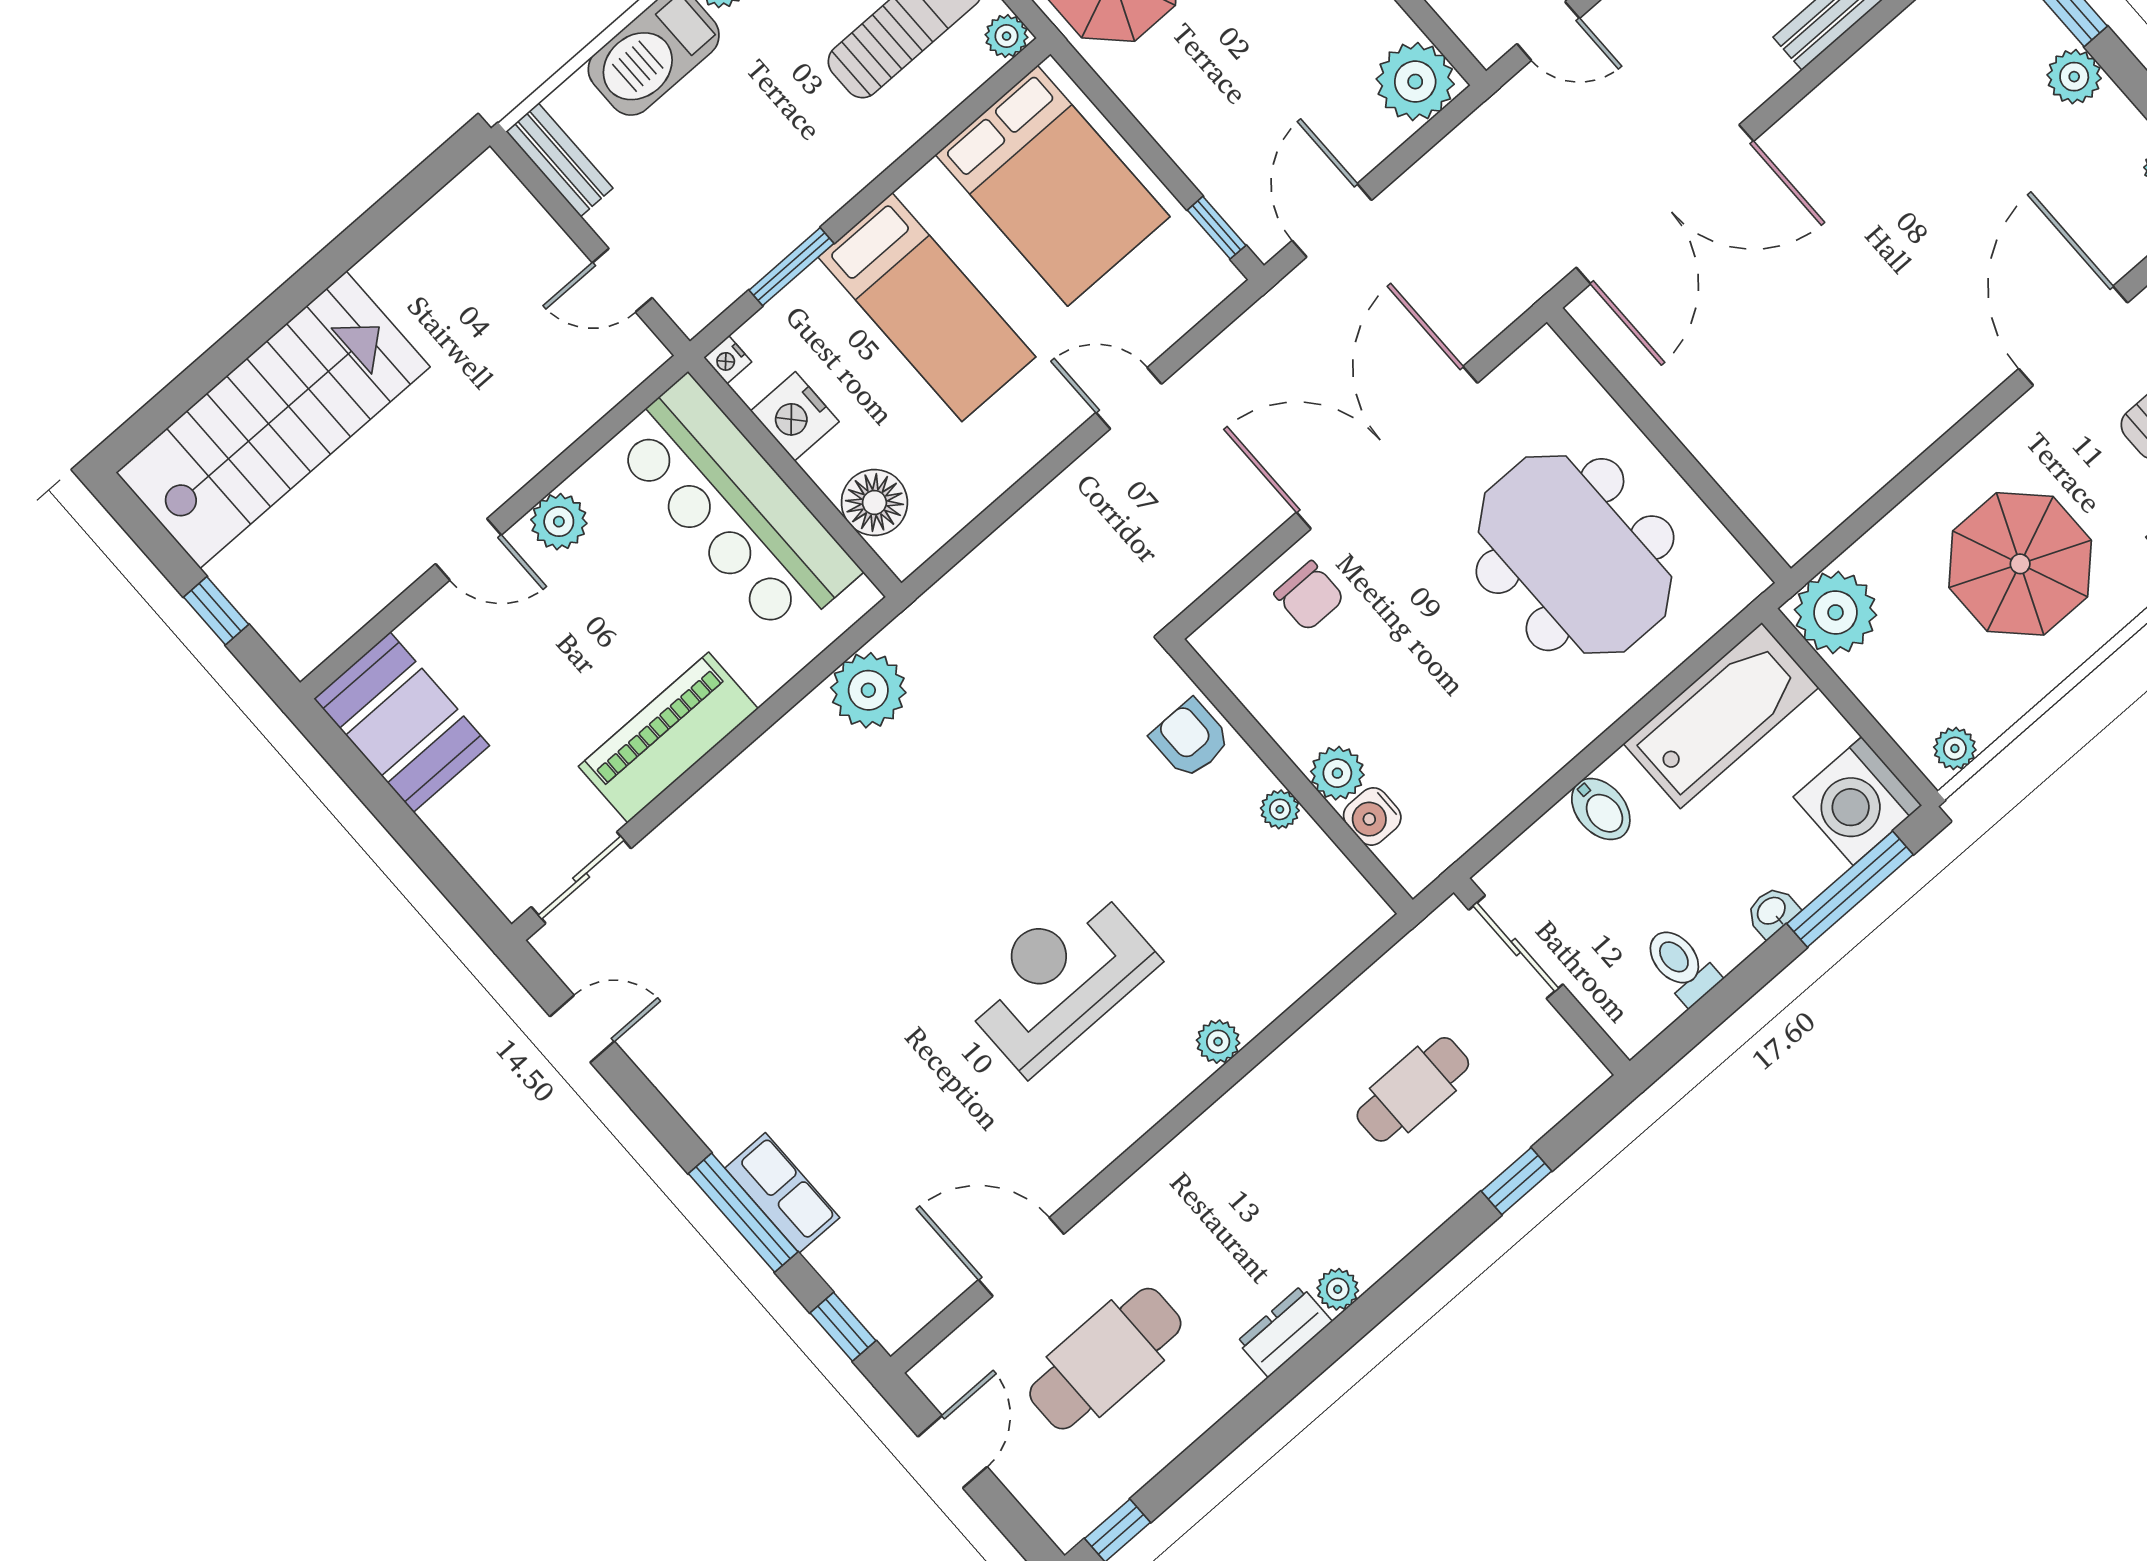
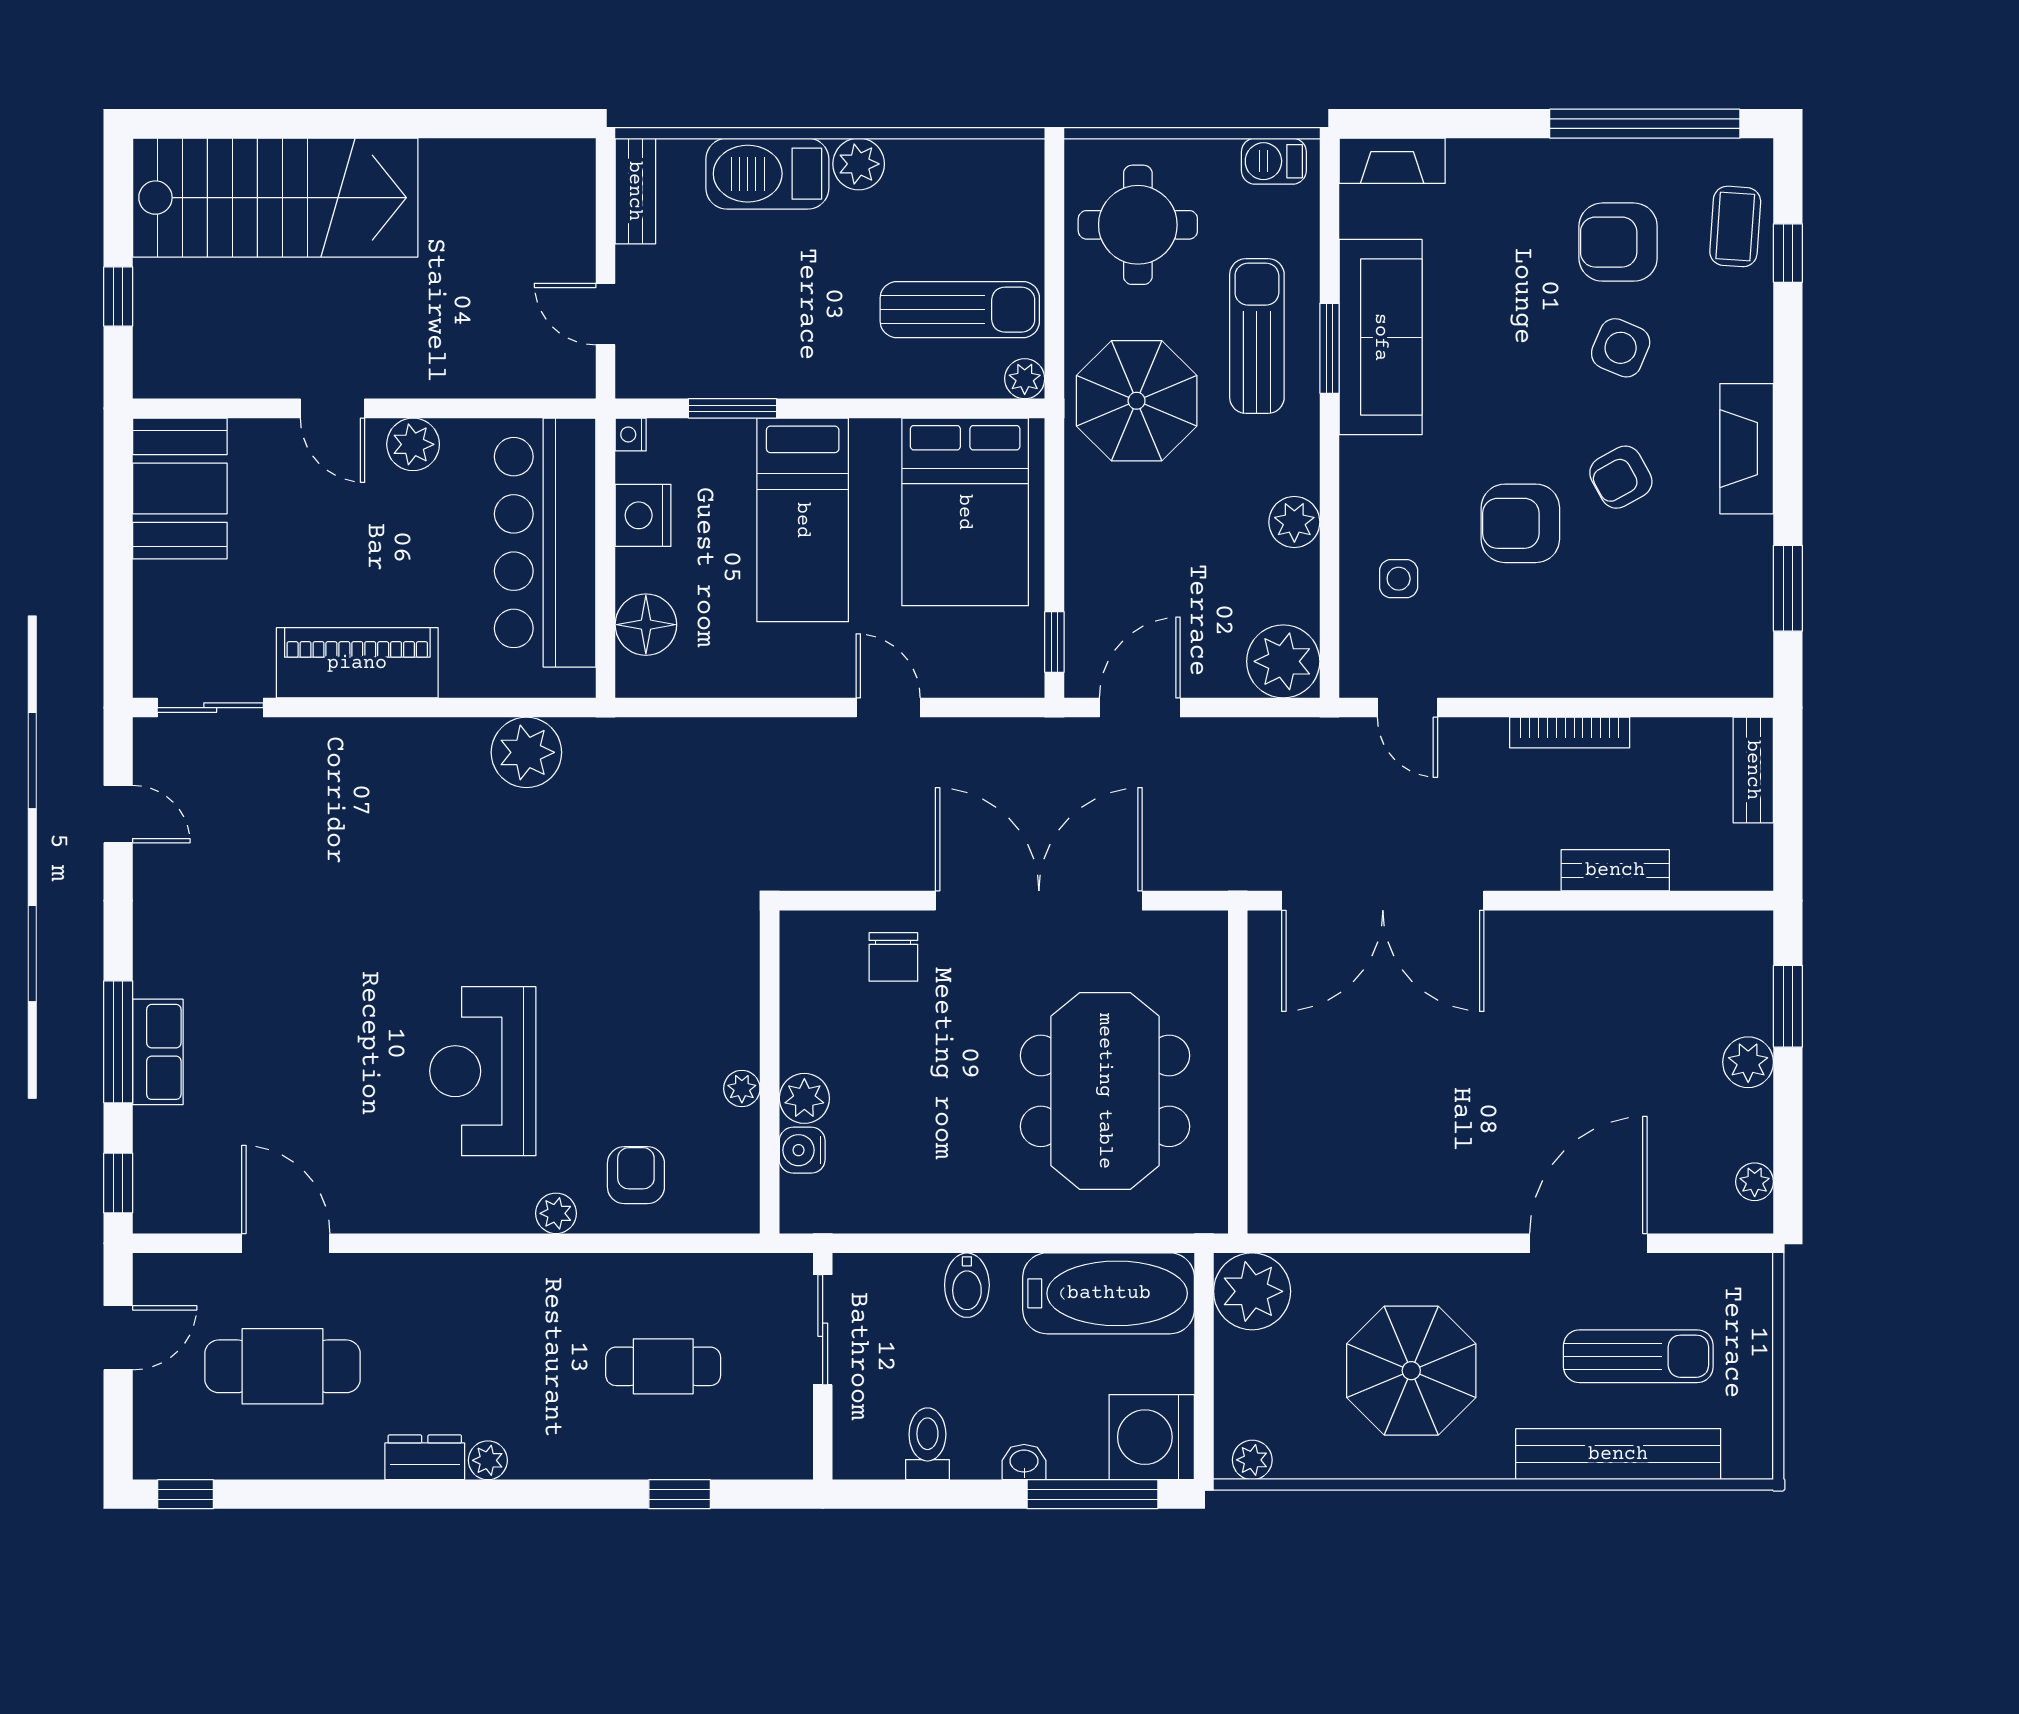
armchair: (1190, 739) -> (636, 1175), moved
reception desk: (1058, 979) -> (483, 1071), turned -90

